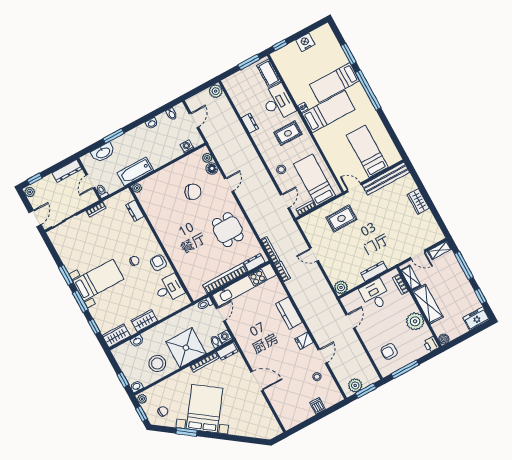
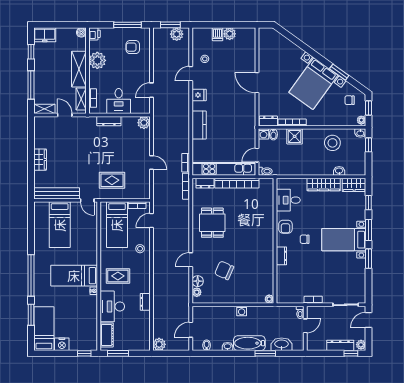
bed: (335, 83) -> (44, 329), moved, turned -90
washing machine: (187, 146) -> (242, 311), moved
dresser: (67, 171) -> (340, 345), moved
bathtub: (135, 172) -> (249, 343), moved, turned 180
dresser: (135, 211) -> (281, 256), moved
wardrobe: (144, 321) -> (324, 185), width x1.50
shower: (186, 348) -> (295, 136), width x0.54, depth x0.54
armchair: (389, 351) -> (133, 47), turned 180
plant: (307, 412) -> (230, 34), added

